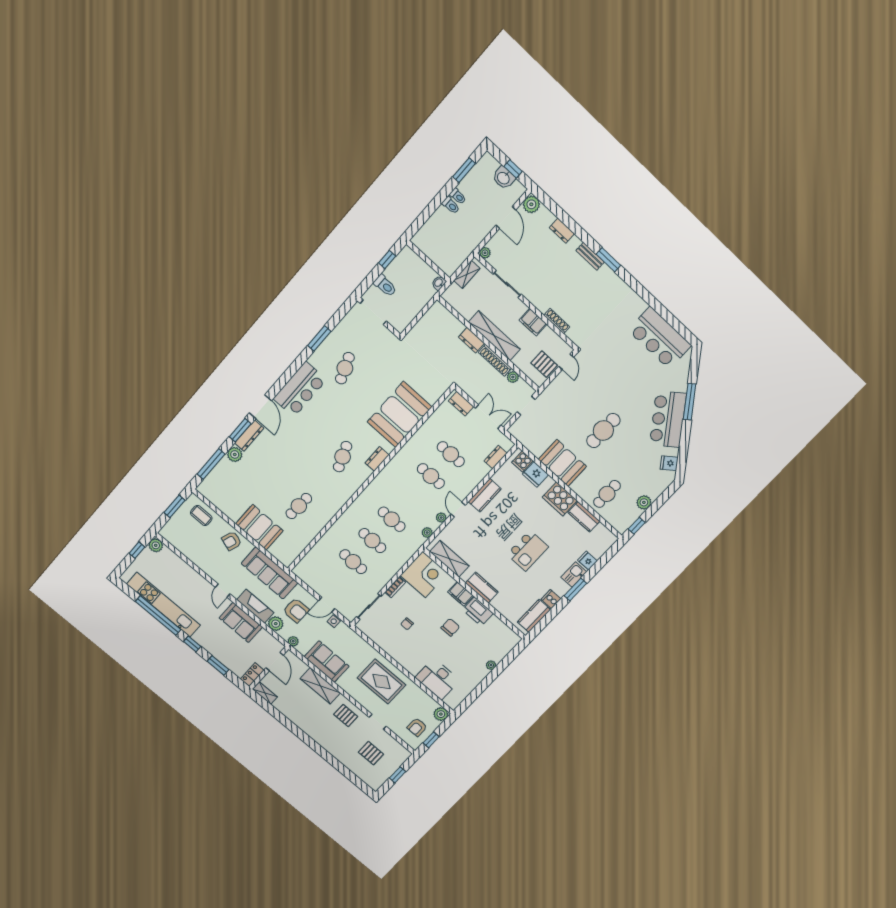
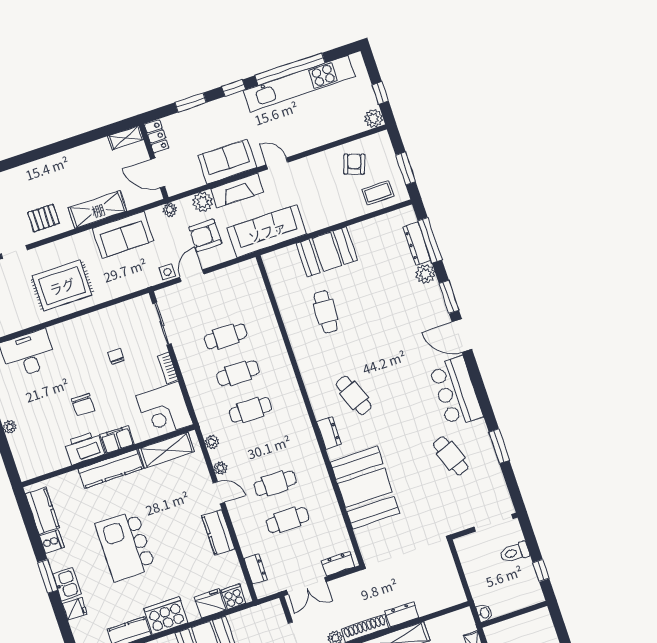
dresser: (249, 436) -> (417, 244), moved
armchair: (232, 541) -> (354, 164), moved
kitchen island: (528, 551) -> (125, 546), width x1.37, depth x1.28
kitchen counter: (482, 588) -> (111, 469), width x1.50

